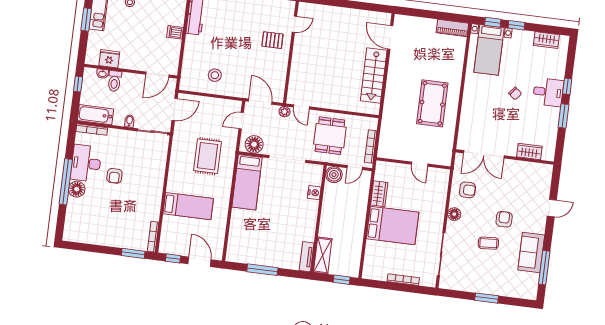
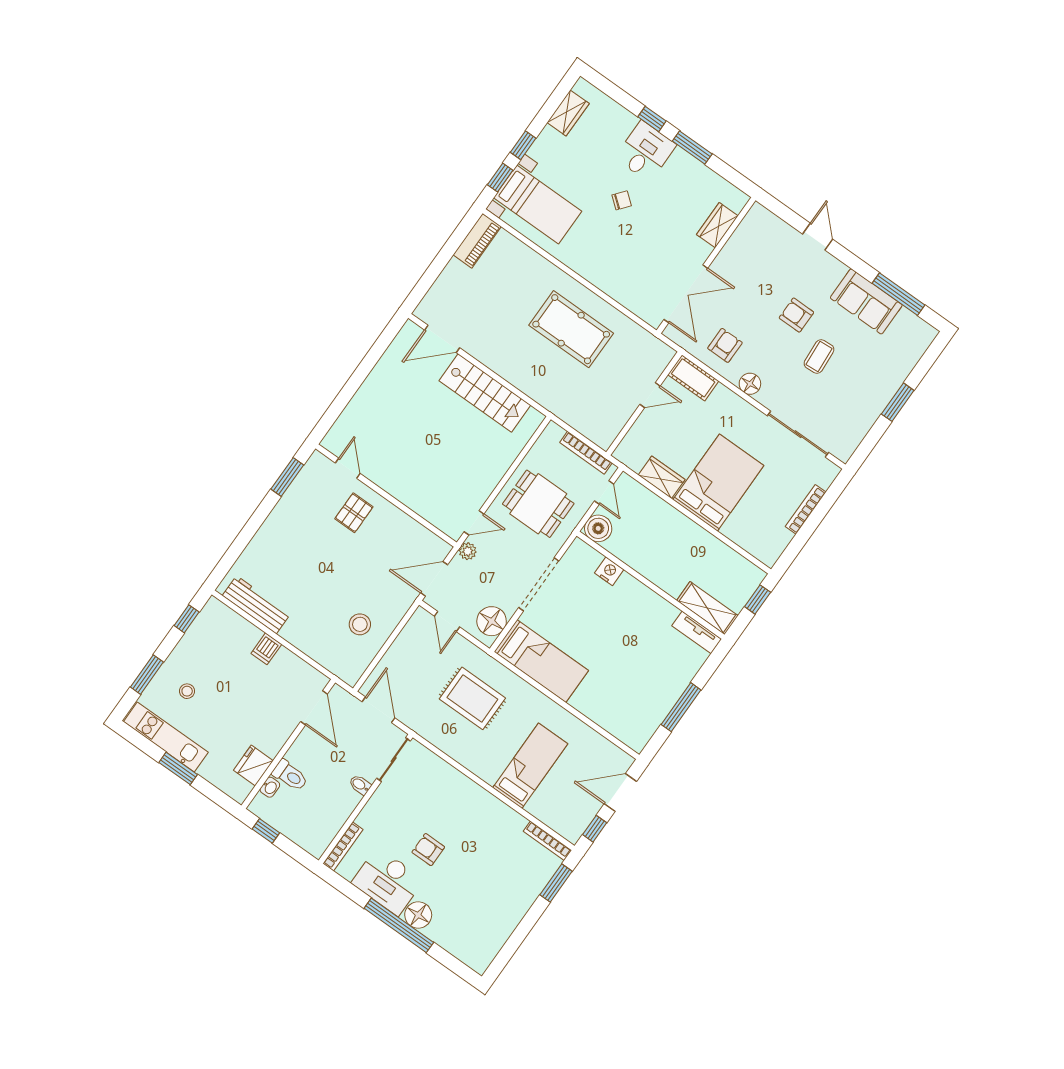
bathtub: (95, 115) -> (324, 829), removed
armchair: (114, 176) -> (428, 850), turned 180
cot: (441, 182) -> (693, 378), added

